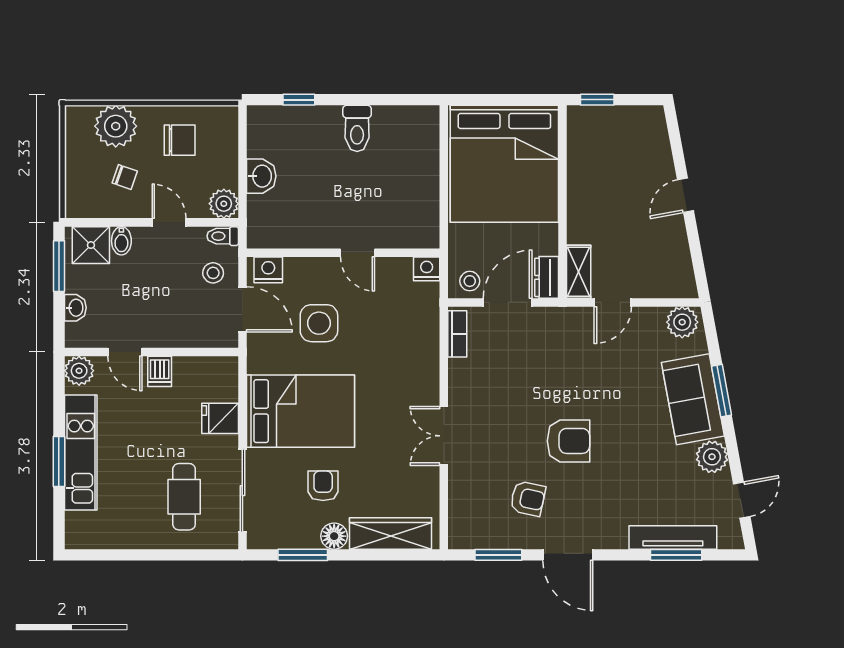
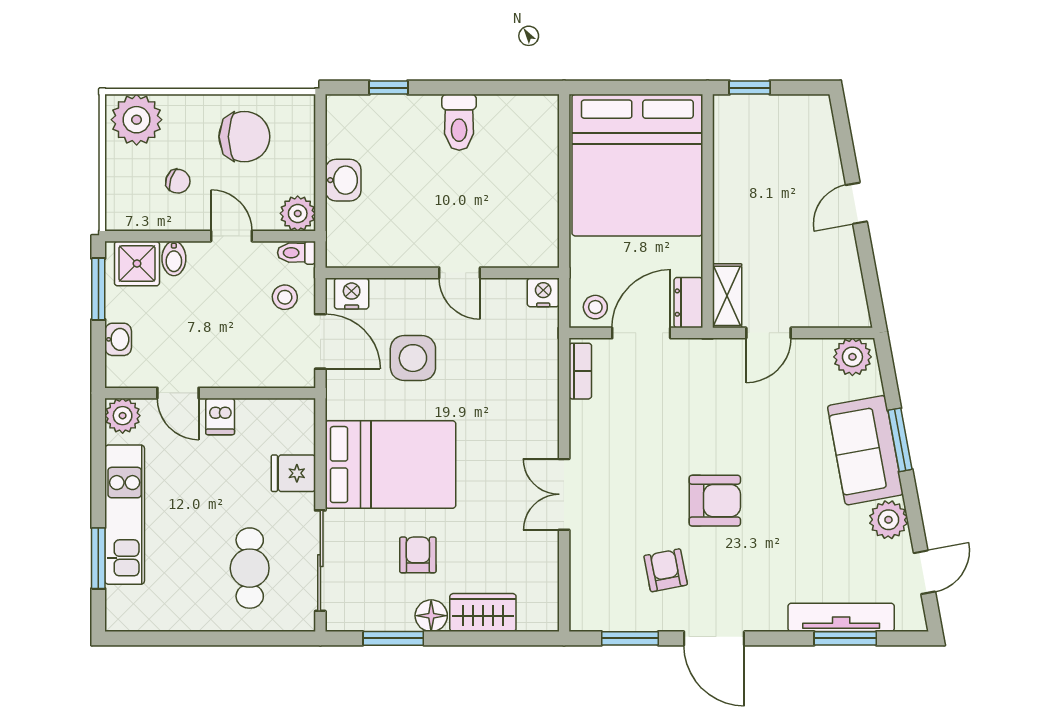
plant: (116, 126) -> (137, 120), moved
chair: (180, 140) -> (244, 137), width x1.37, depth x1.37
window: (59, 461) -> (98, 558), moved
armchair: (528, 499) -> (666, 570), turned -113
wardrobe: (390, 533) -> (483, 613), width x0.67

